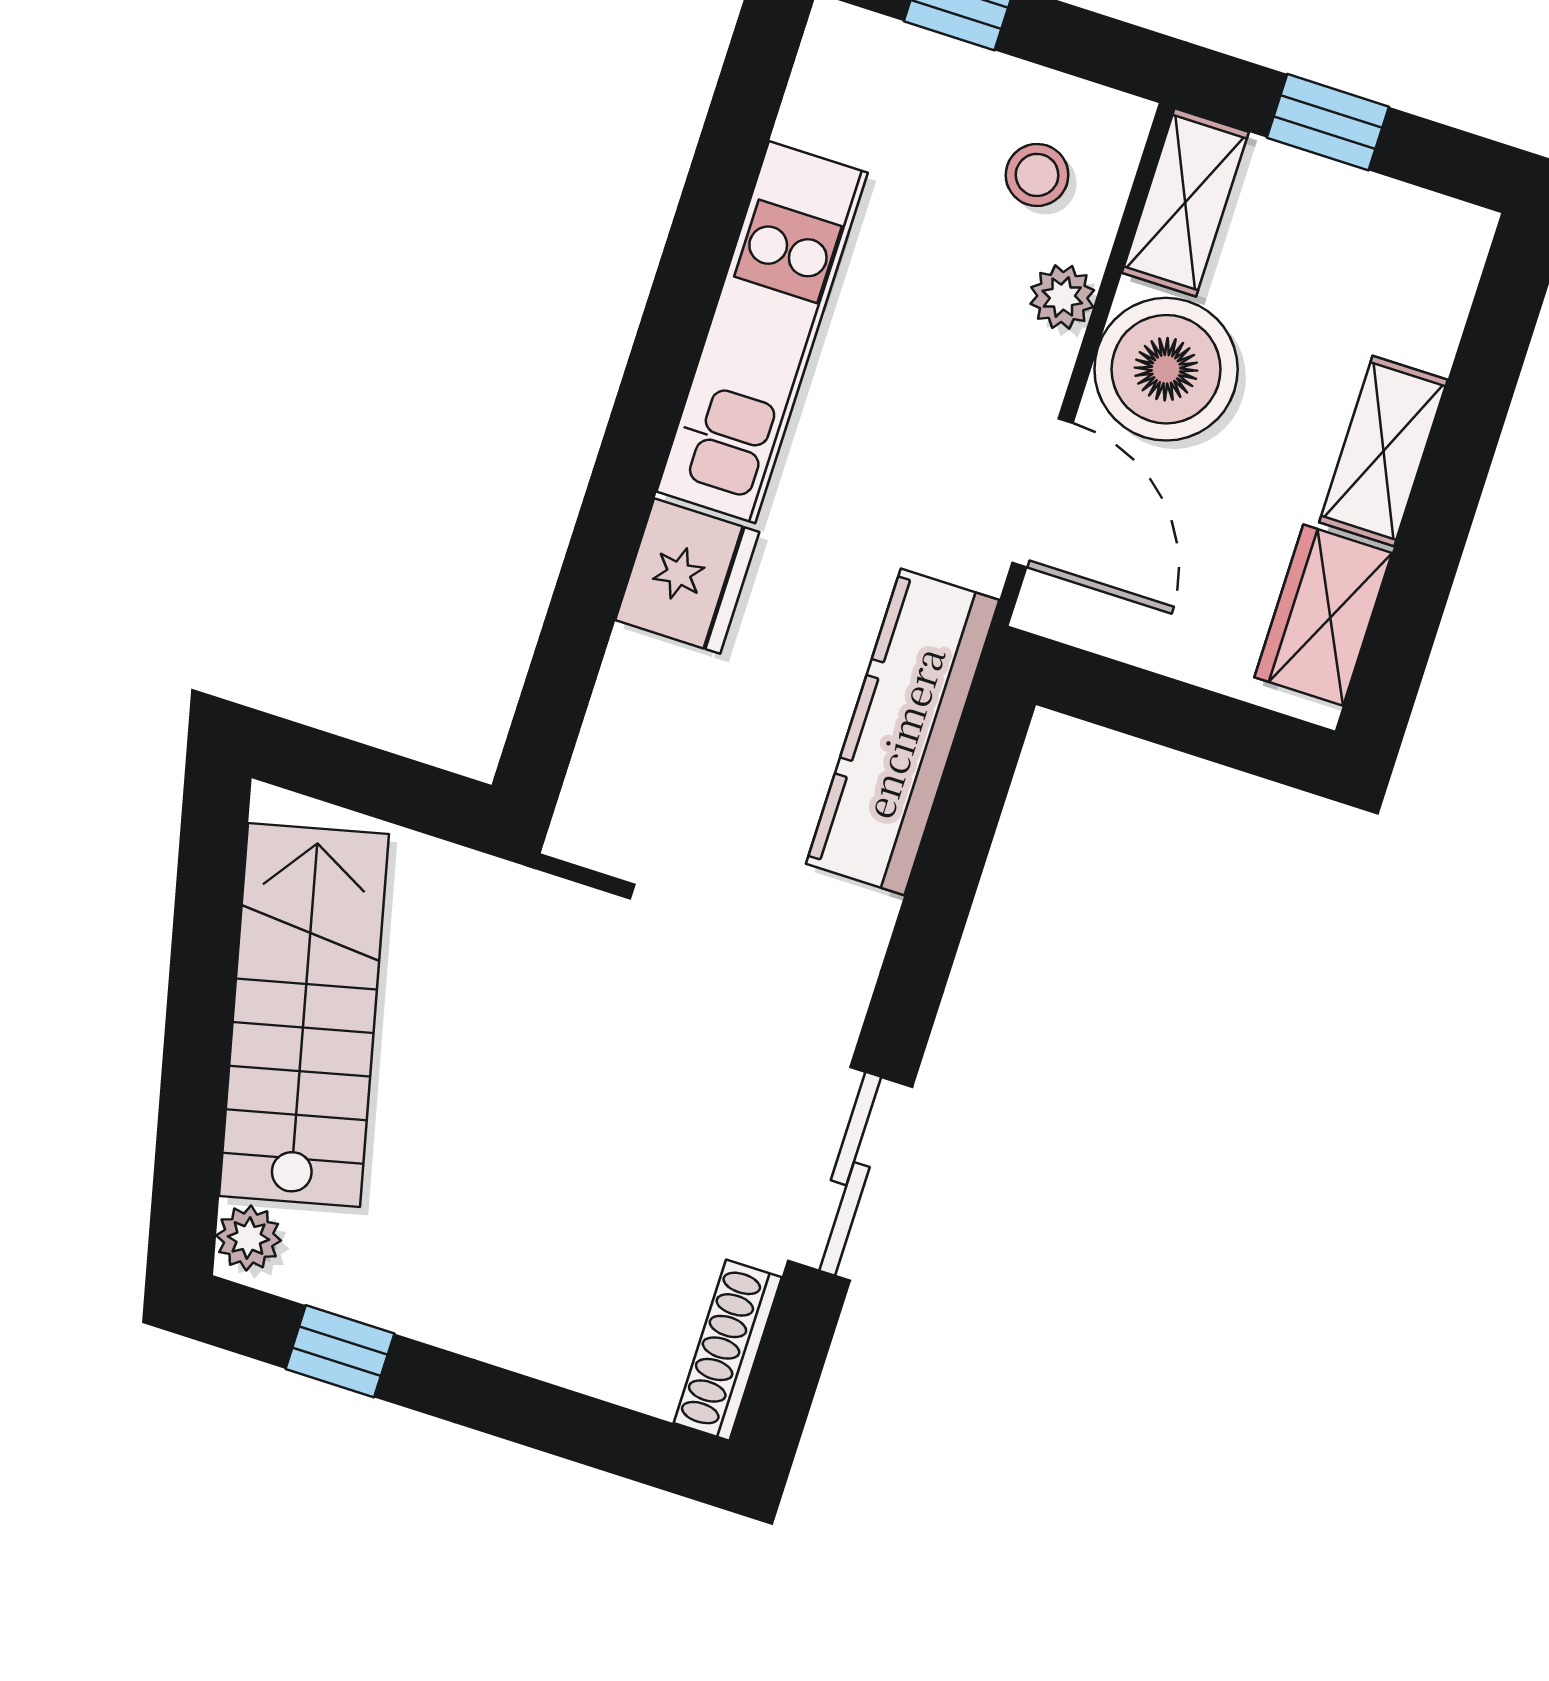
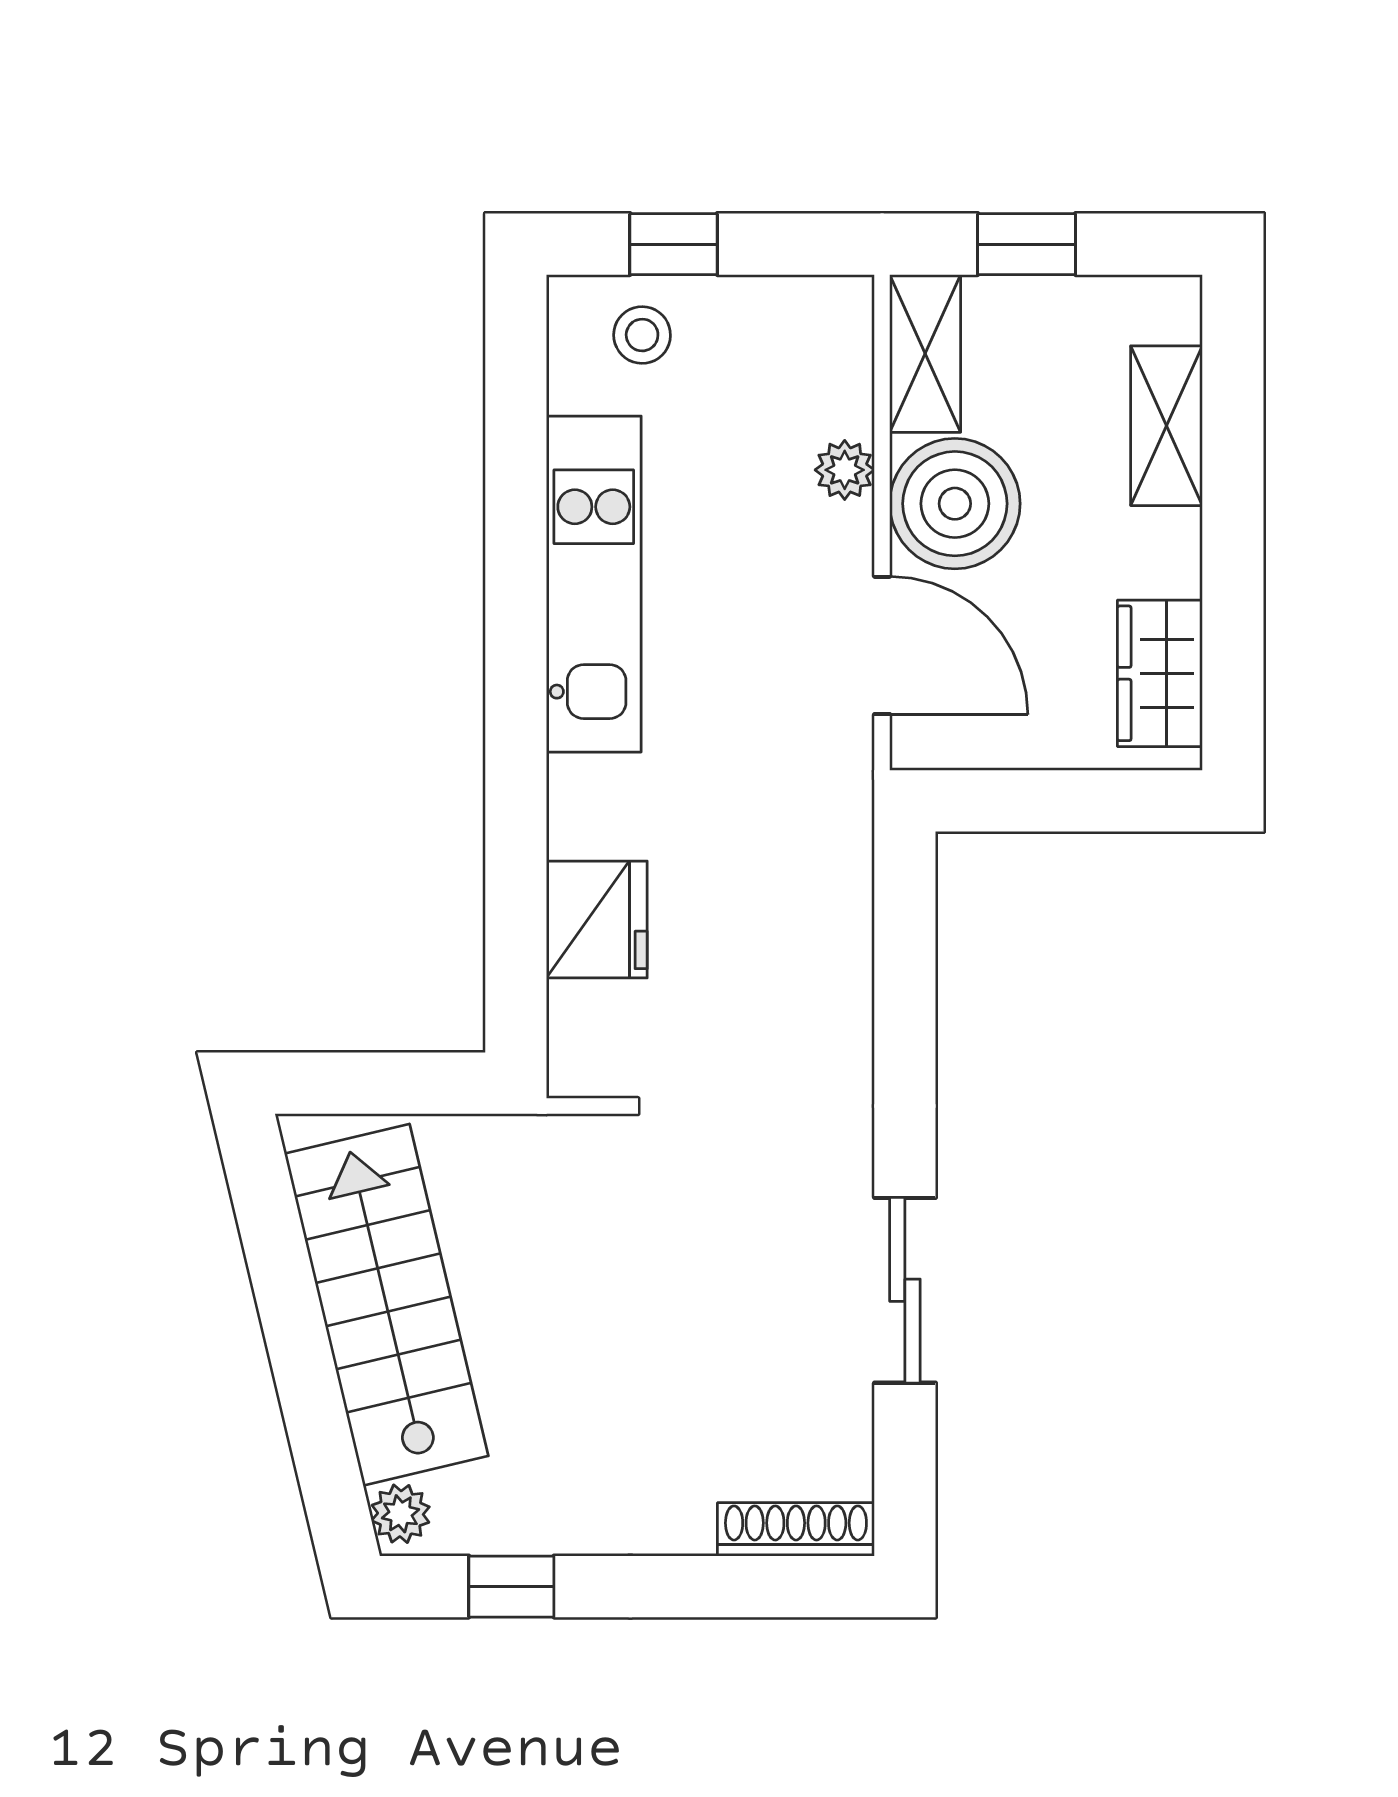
stool: (1037, 175) -> (642, 335), moved
shelving: (1383, 451) -> (1166, 426), moved
fridge: (687, 576) -> (597, 920), moved
kitchen counter: (903, 732) -> (827, 892), removed
shoe rack: (728, 1350) -> (796, 1529), moved, turned 90

